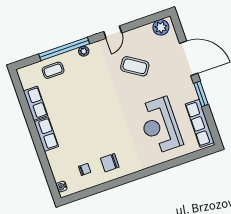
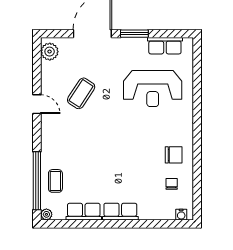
window: (64, 49) -> (37, 181), moved
plant: (84, 51) -> (46, 214), moved
row of seats: (200, 123) -> (165, 46), width x0.68
chair: (110, 163) -> (174, 155), turned -90

